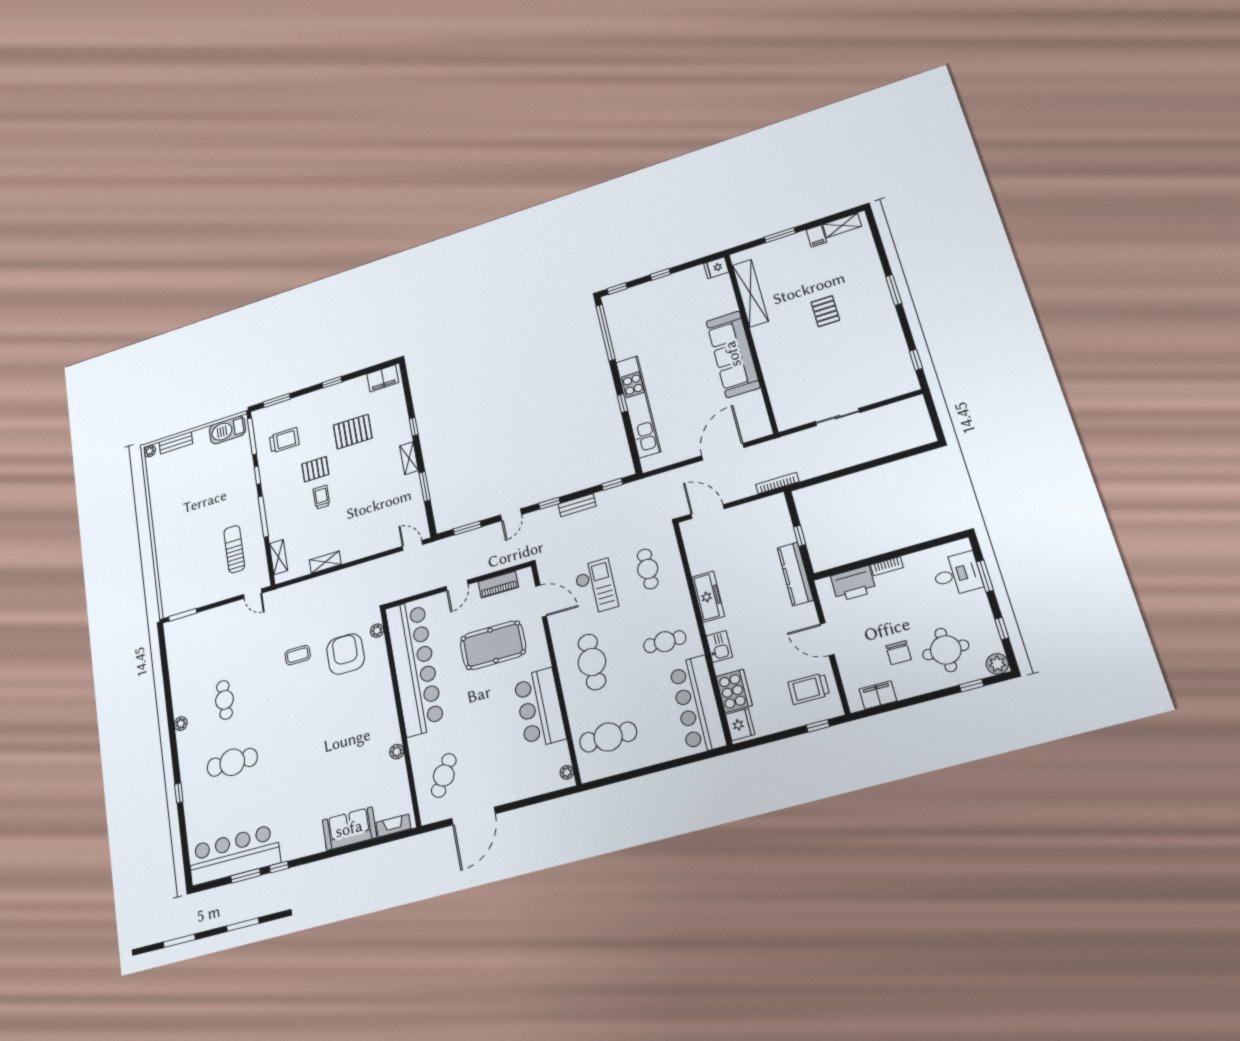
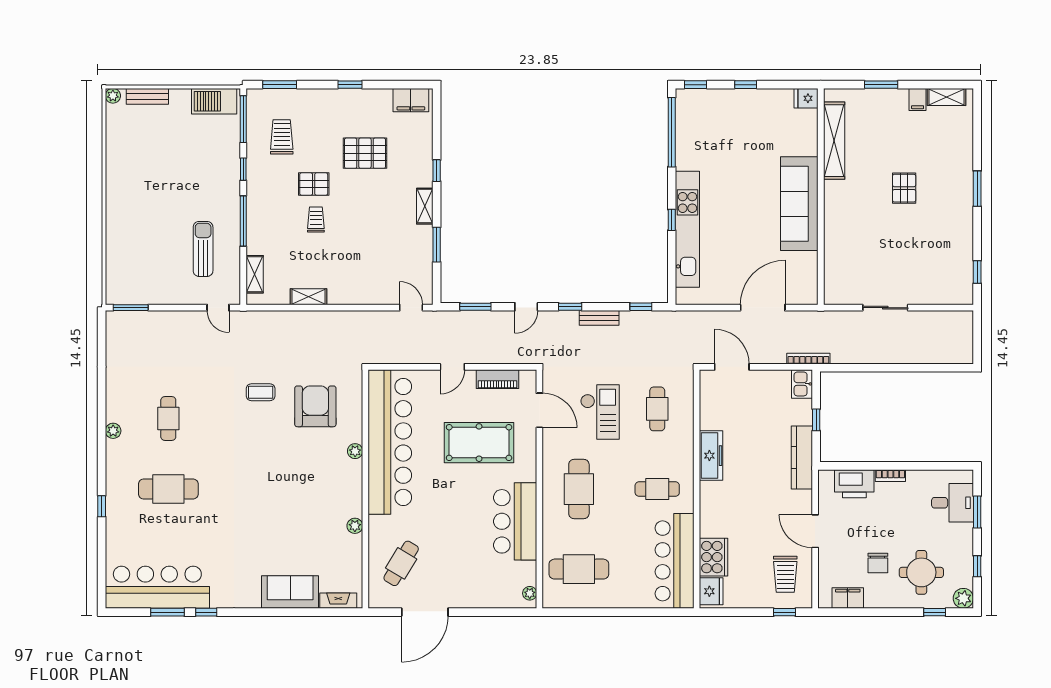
trolley: (284, 440) -> (282, 137), turned -90
plant: (377, 631) -> (355, 451), moved
kitchen sink: (719, 646) -> (802, 384), moved, turned 180
trolley: (809, 689) -> (785, 574), turned -90

